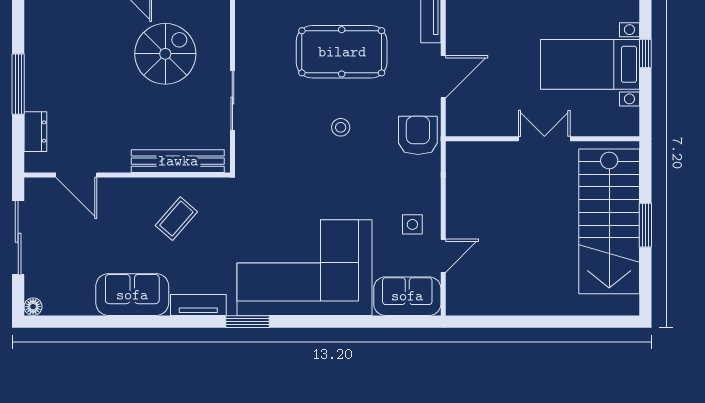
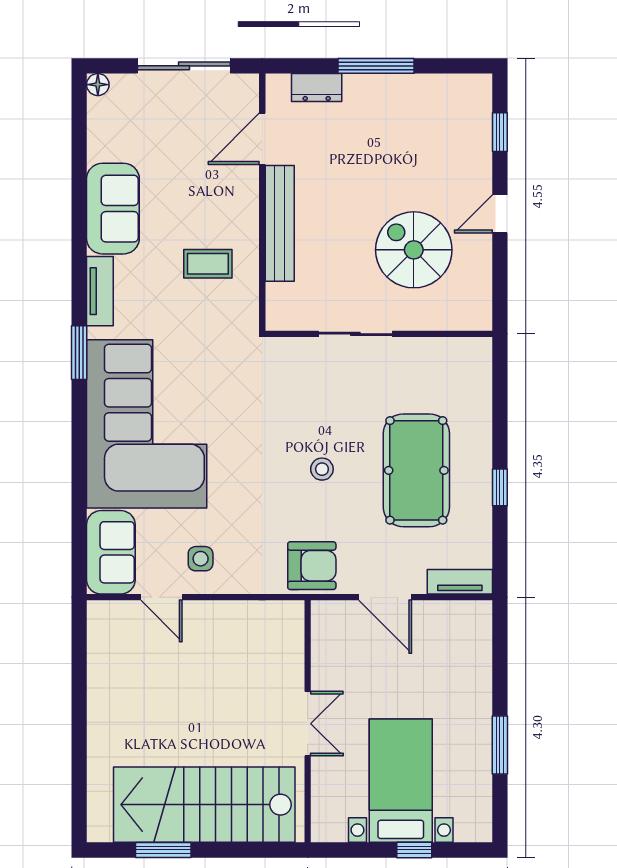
spiral stairs: (165, 54) -> (414, 250), turned 180
bench: (178, 161) -> (280, 223), moved
coffee table: (176, 219) -> (208, 264), turned -41
window: (645, 225) -> (163, 850), moved

